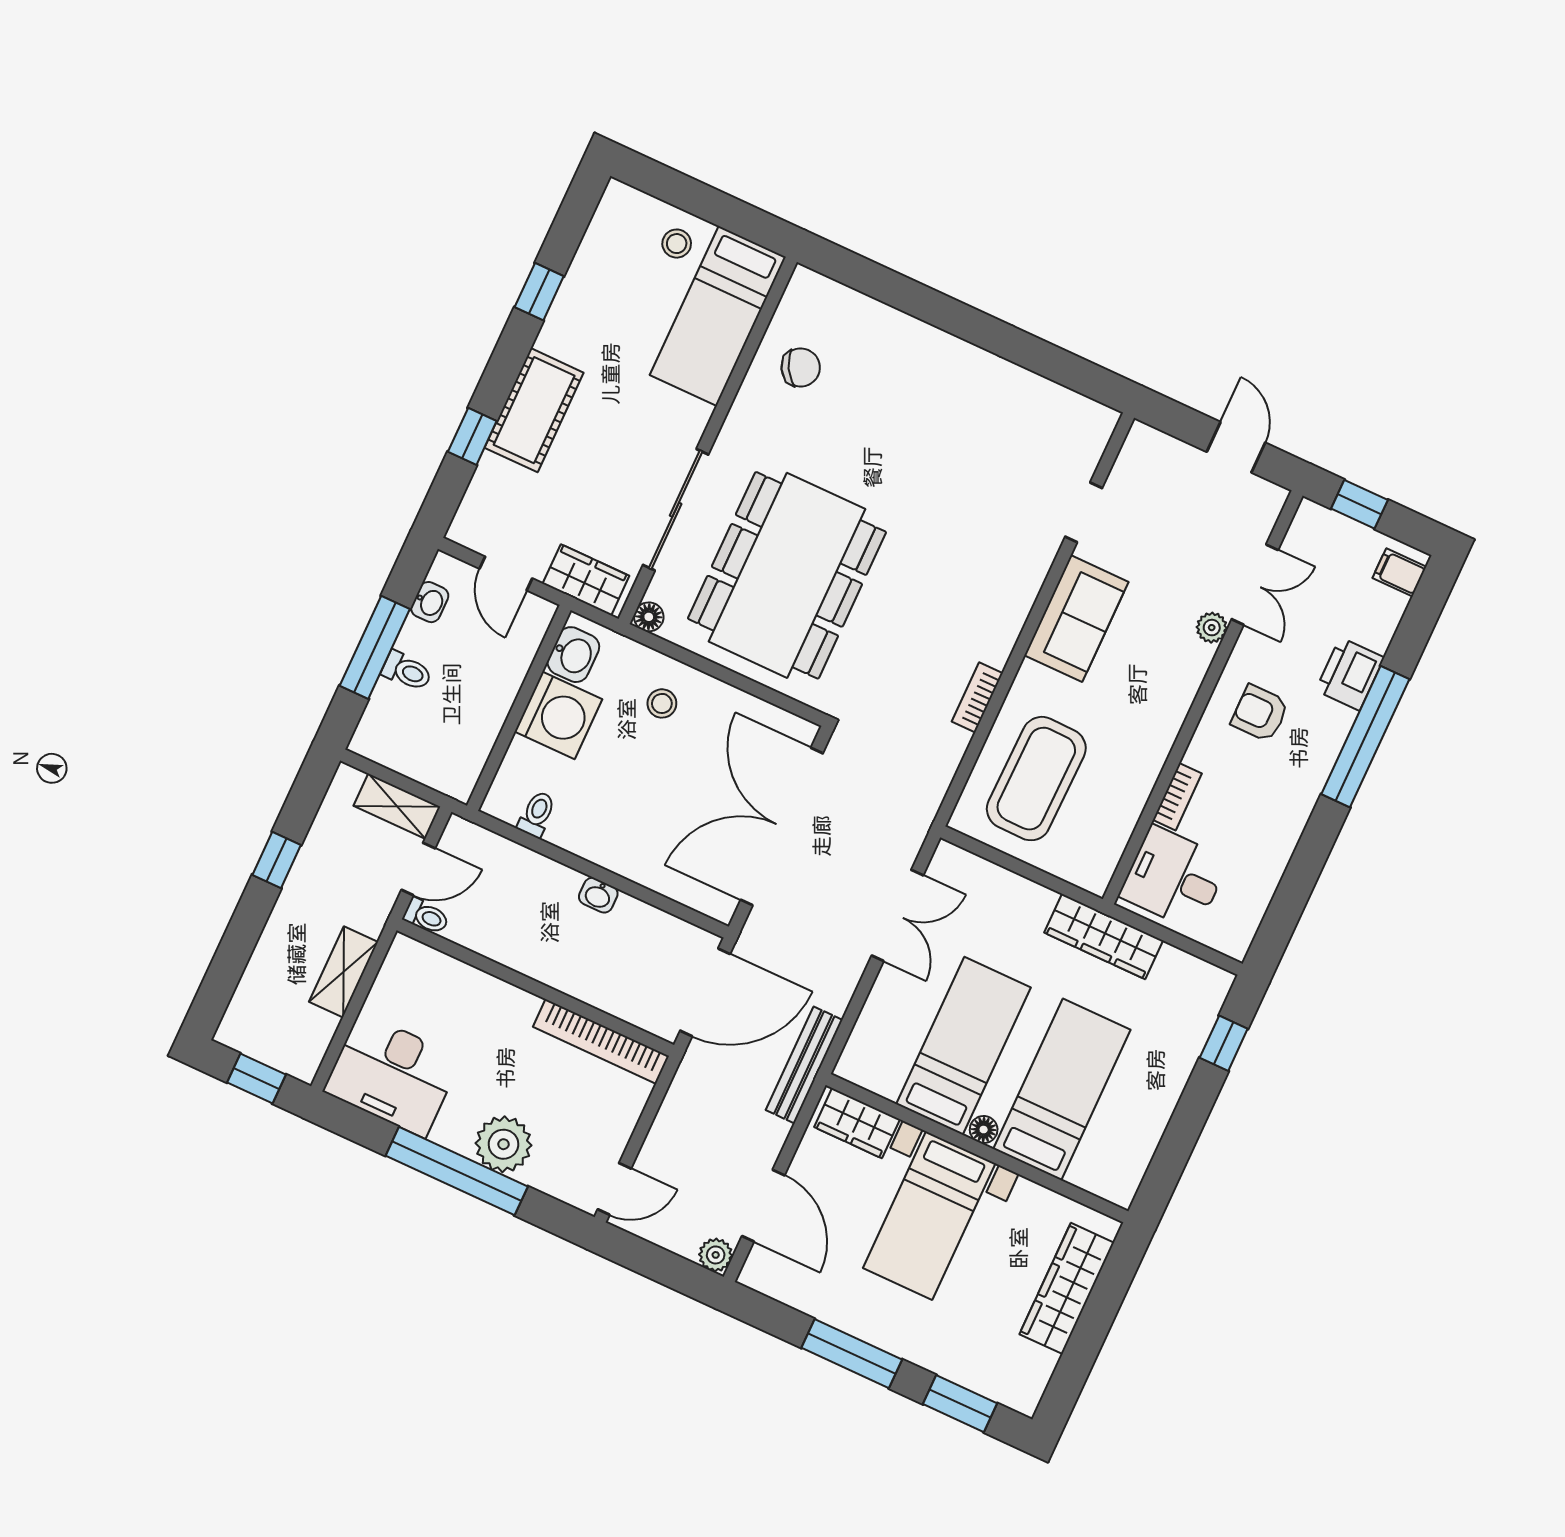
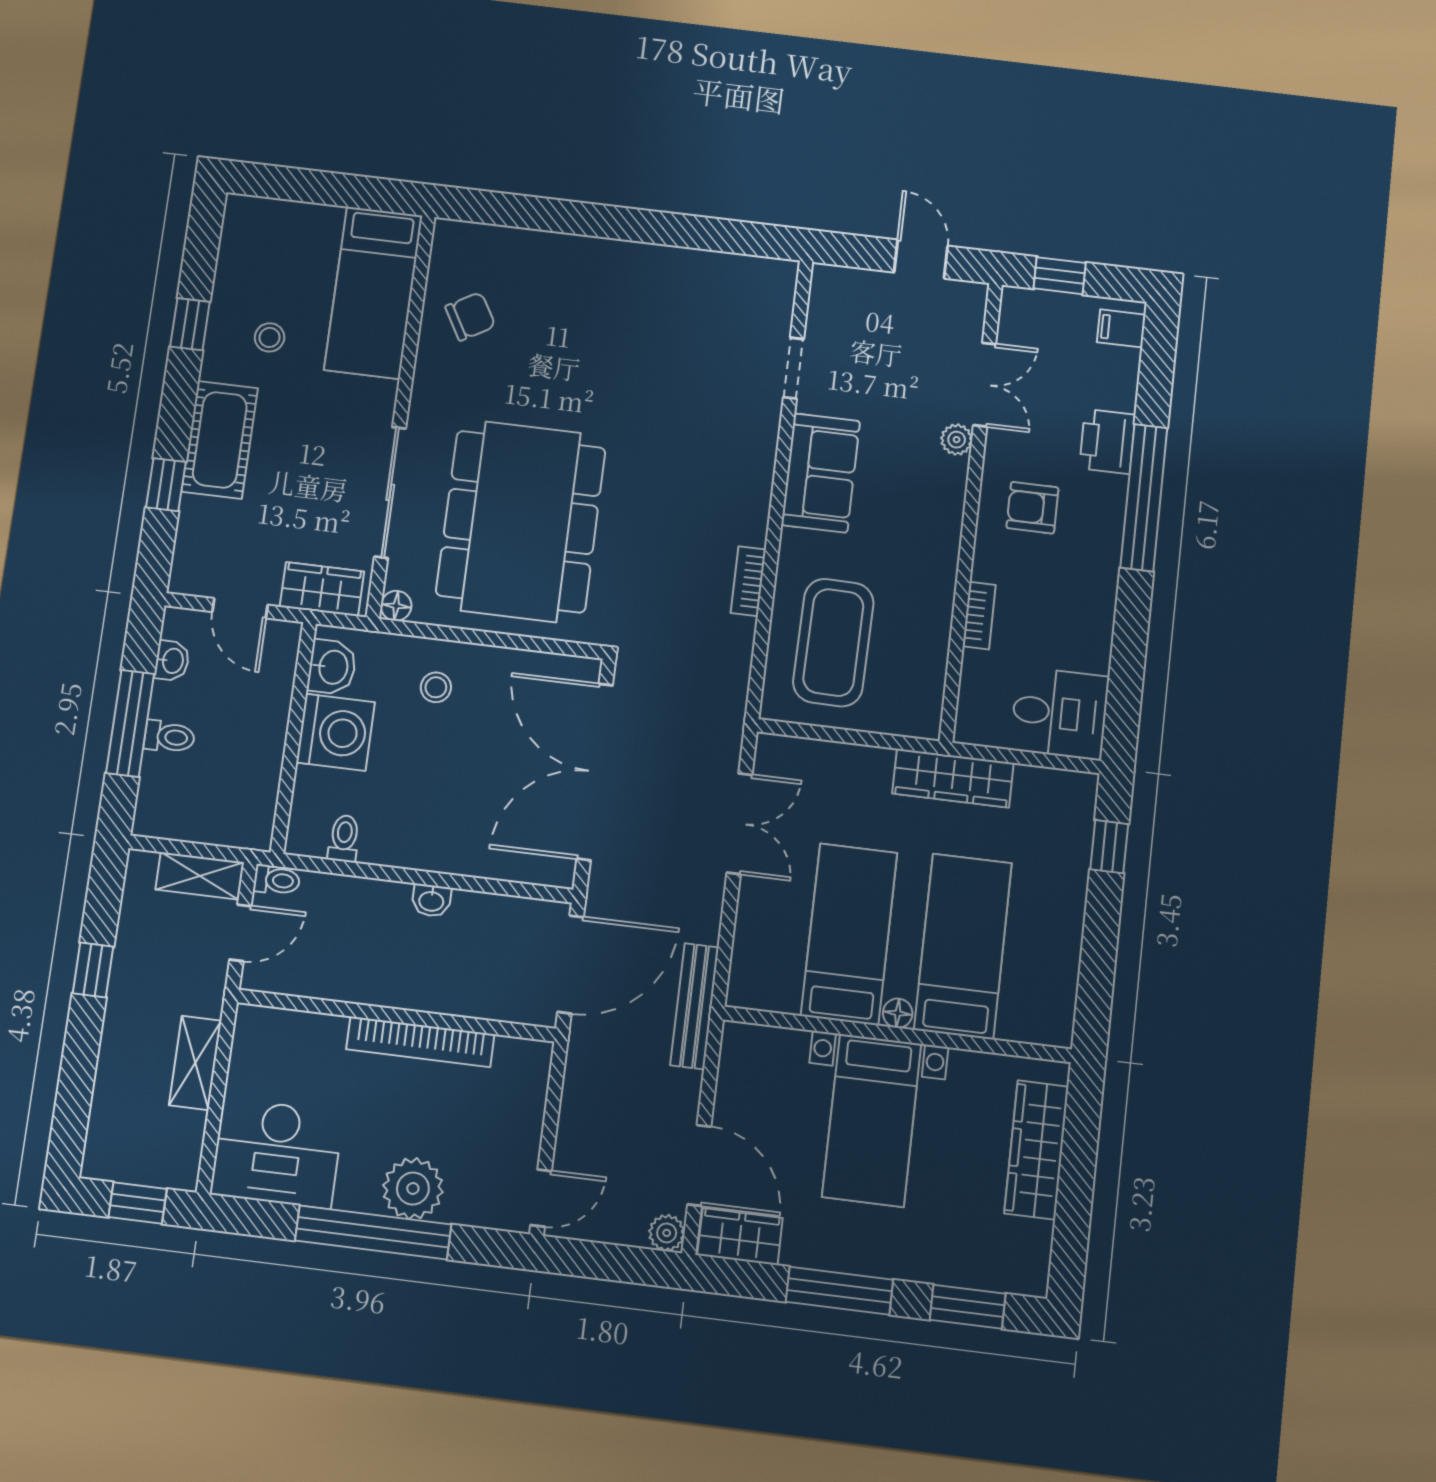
stool: (677, 244) -> (270, 337), moved
desk: (1174, 878) -> (1060, 713), moved, turned 180
toilet: (426, 916) -> (277, 880), moved
bookcase: (601, 1041) -> (420, 1042), moved
wardrobe: (857, 1123) -> (740, 1237), moved, turned 180

